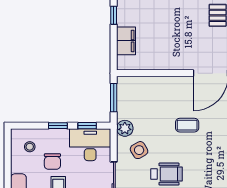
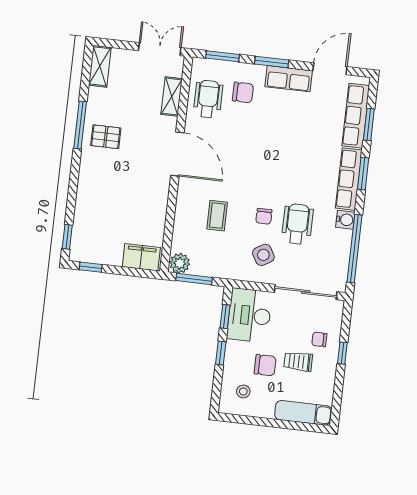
filing cabinet: (126, 41) -> (141, 257), moved
coffee table: (187, 125) -> (217, 216), moved
plant: (125, 128) -> (180, 263), moved
chair: (169, 147) -> (264, 216), added

